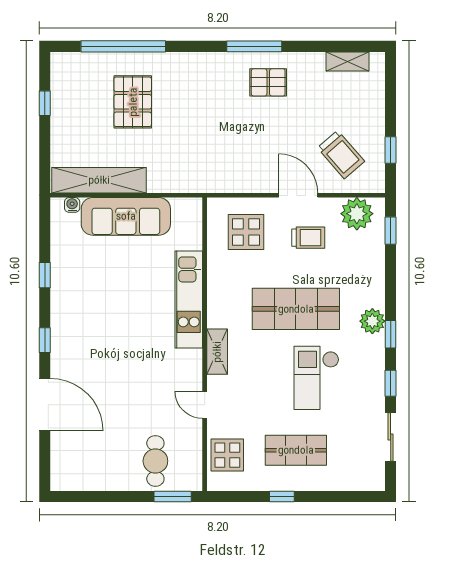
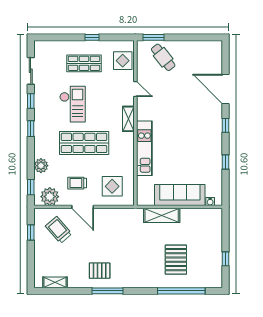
shelving: (99, 180) -> (162, 215), moved, width x0.68
plant: (372, 321) -> (41, 166), moved
cafe table: (155, 461) -> (163, 57), turned -38

